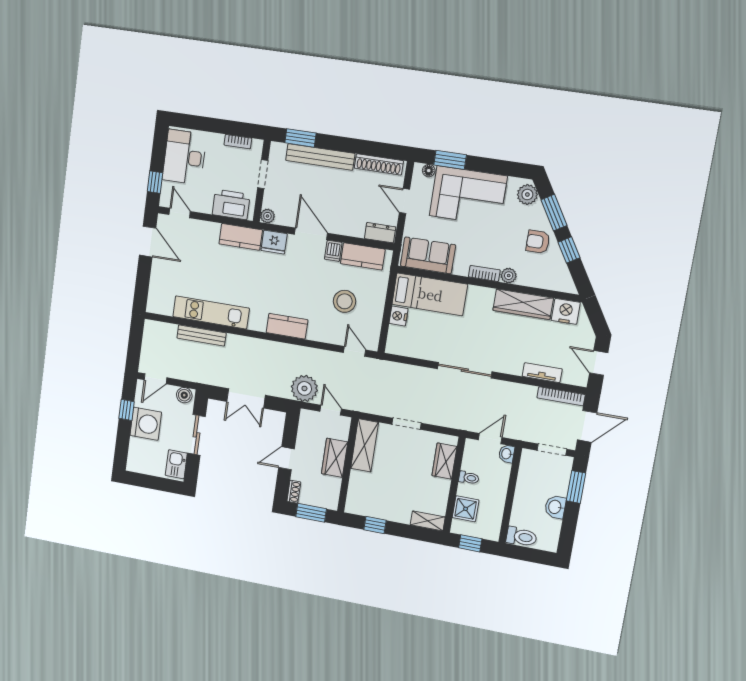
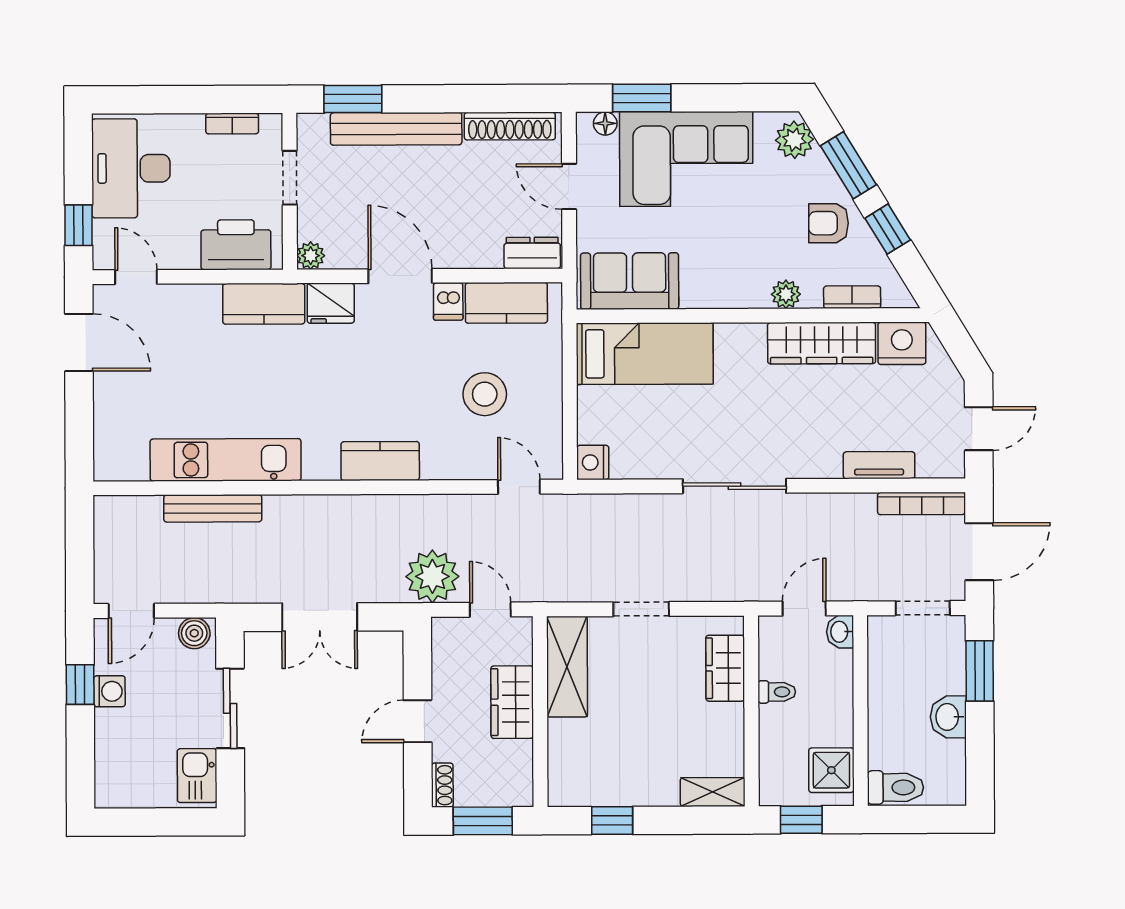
bookcase: (484, 273) -> (852, 297), moved
nightstand: (399, 316) -> (593, 462), moved
door: (599, 363) -> (979, 429), swing flipped
washing machine: (146, 424) -> (109, 691), width x0.53, depth x0.53
shower: (466, 509) -> (831, 770), moved

